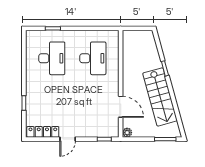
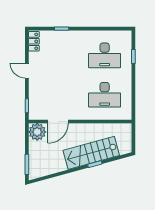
stairs: (160, 97) -> (91, 153), moved
locker: (43, 132) -> (34, 41), width x0.66
plant: (127, 133) -> (37, 132), width x1.88, depth x1.88

